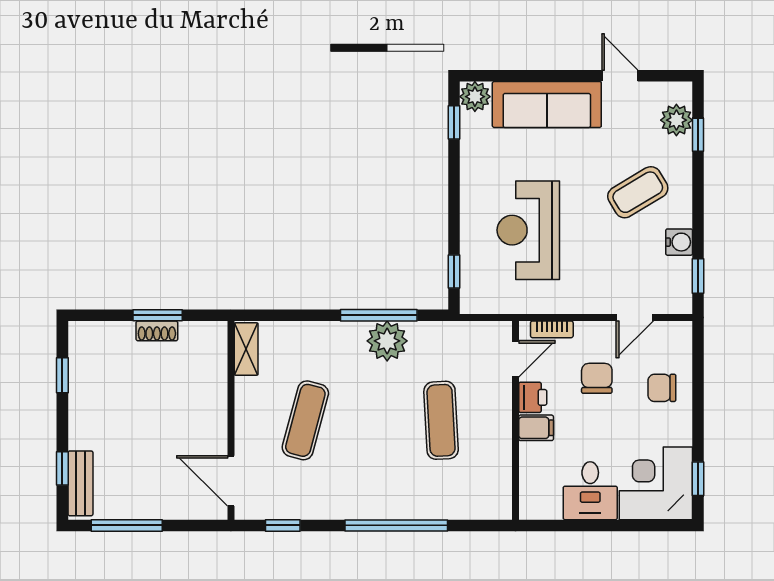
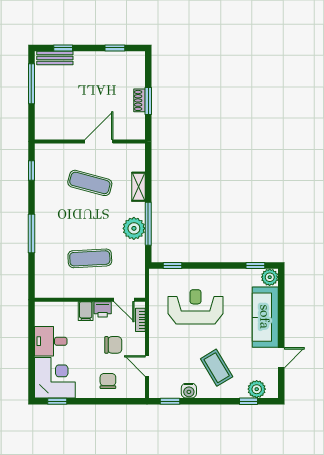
shelving: (246, 349) -> (139, 187), moved, turned 90
door: (231, 481) -> (99, 142), moved
window: (396, 525) -> (31, 233), width x0.68

